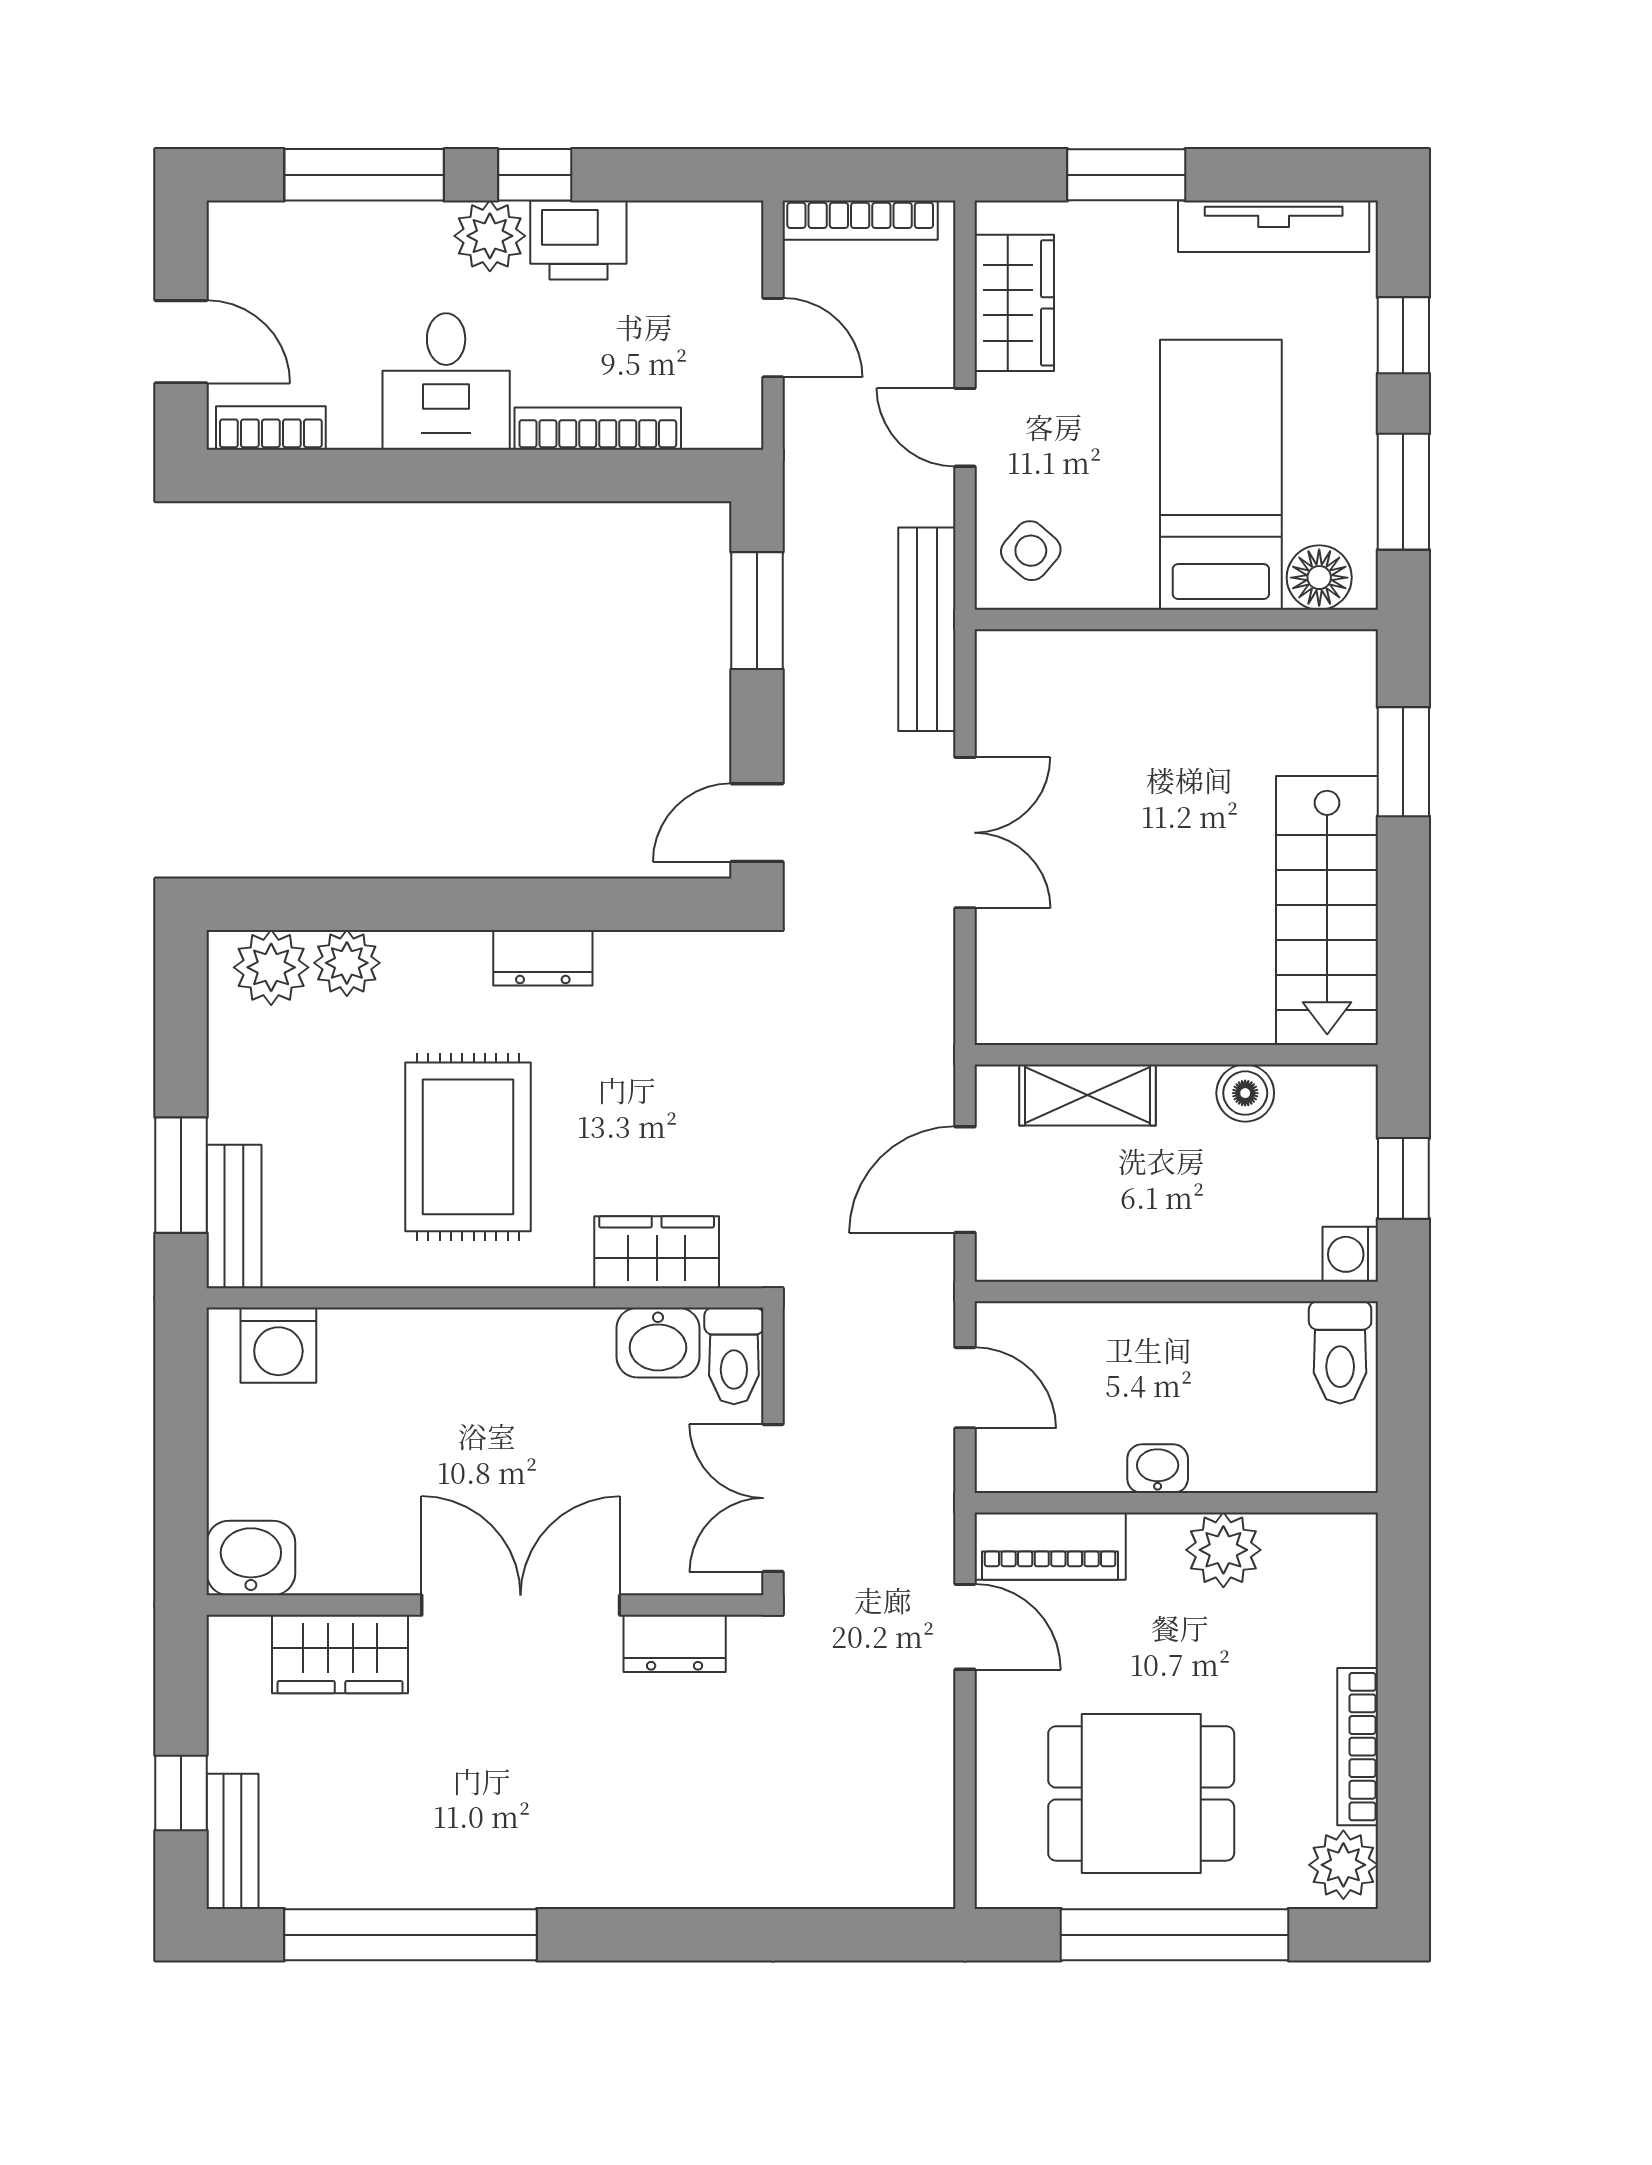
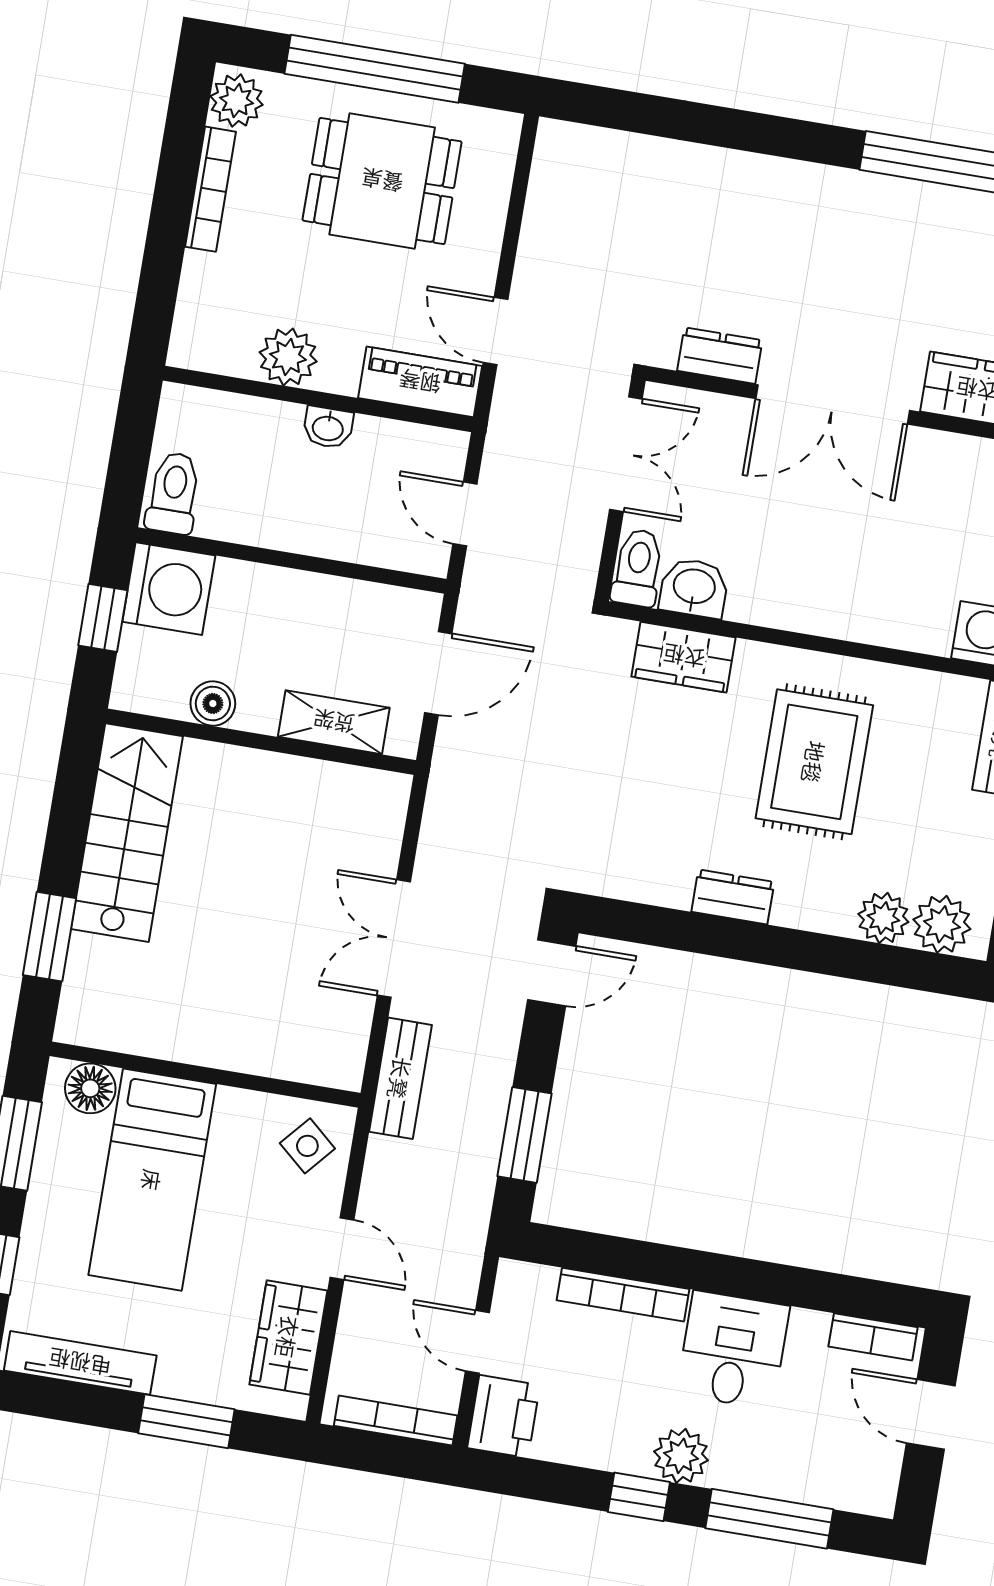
printer: (578, 240) -> (504, 1416), moved, turned 90
bench: (927, 629) -> (400, 1078), width x0.73
washing machine: (1350, 1254) -> (169, 589), width x1.89, depth x1.89

